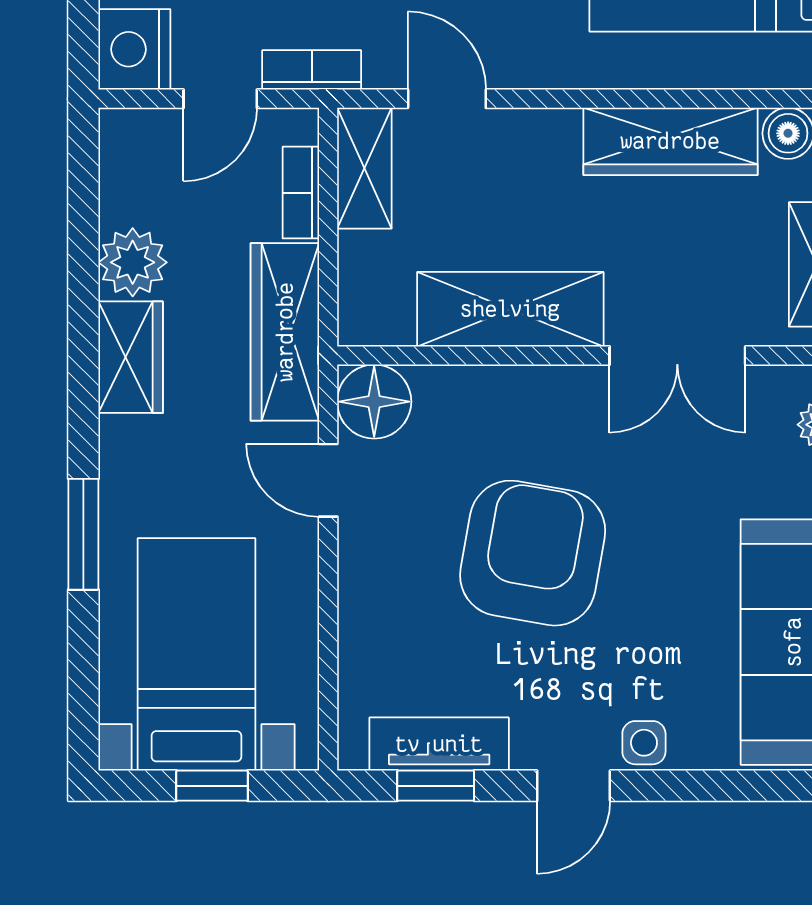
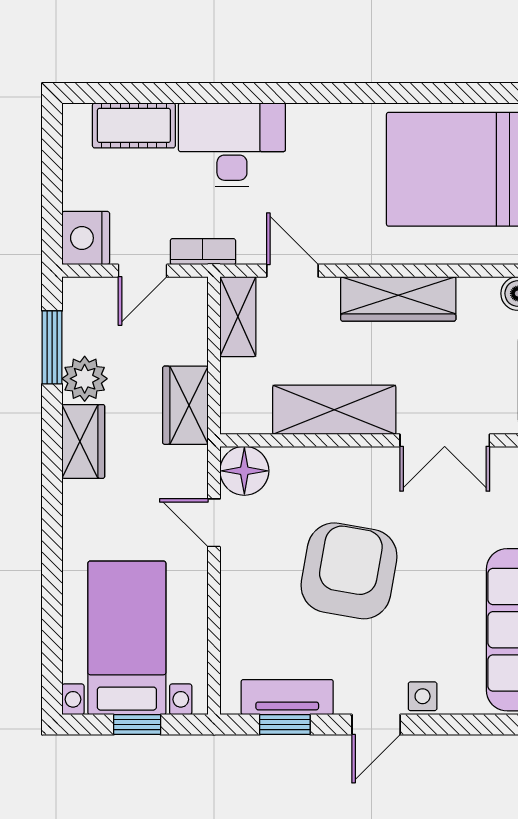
wardrobe: (670, 141) -> (398, 299), moved
bookcase: (301, 193) -> (196, 333), removed
wardrobe: (285, 332) -> (185, 405), width x0.67
window: (83, 534) -> (52, 347), moved

